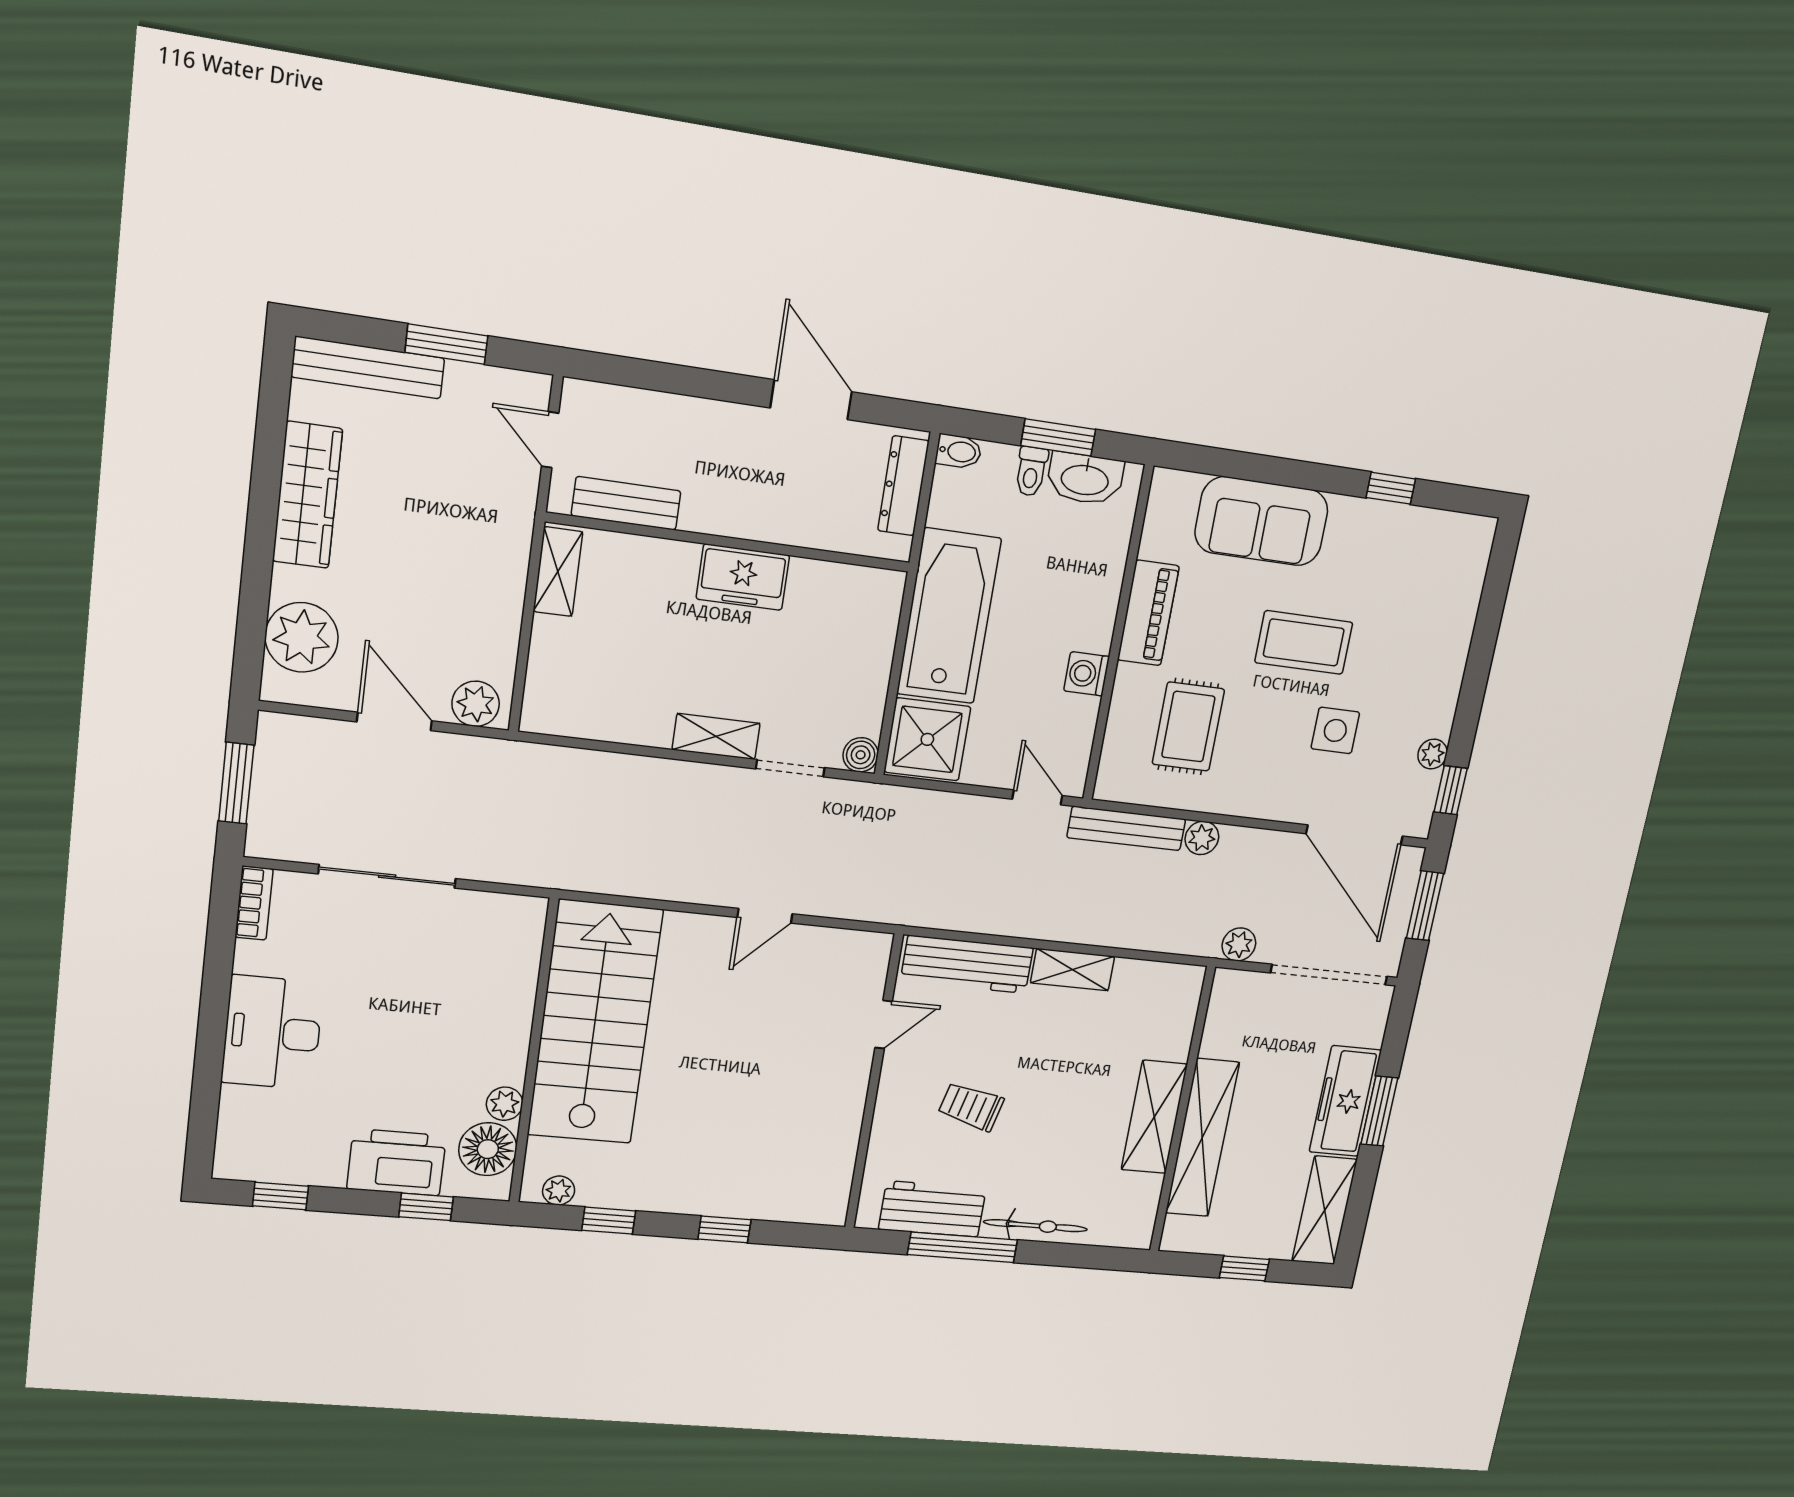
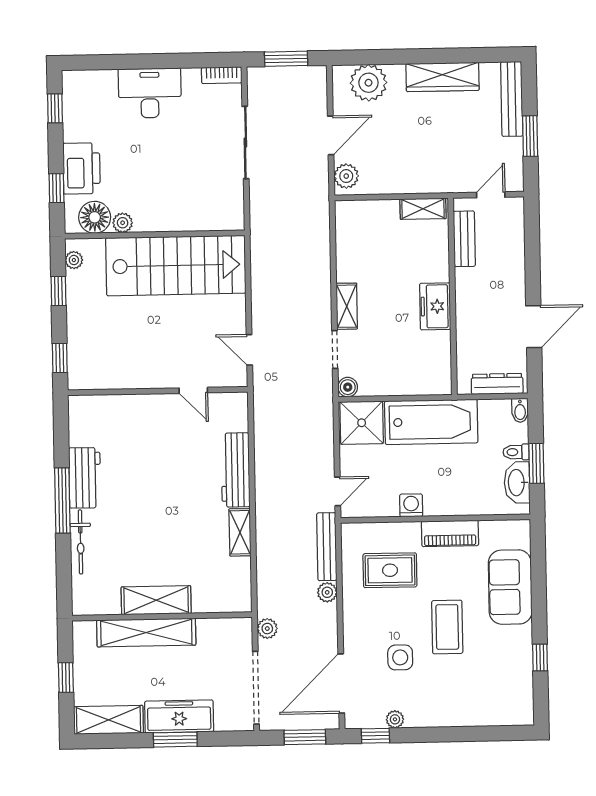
door: (884, 1024) -> (193, 390), moved
wall: (874, 1083) -> (158, 391), moved
trolley: (971, 1107) -> (150, 489), removed

